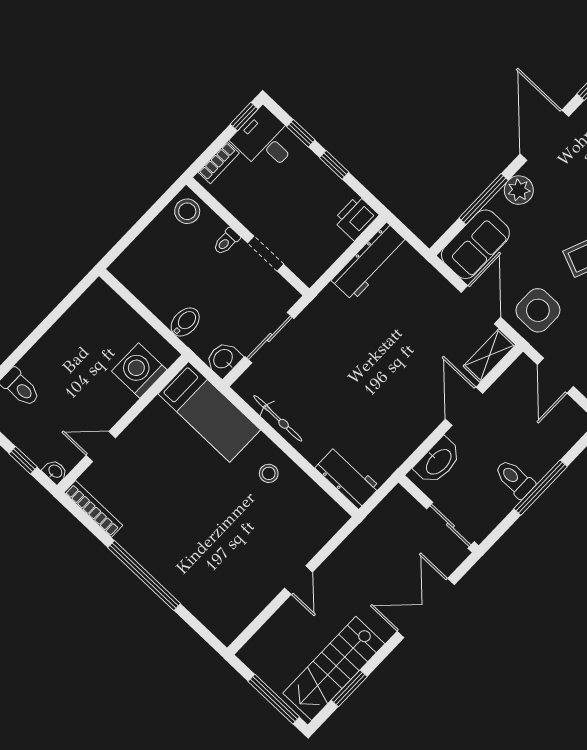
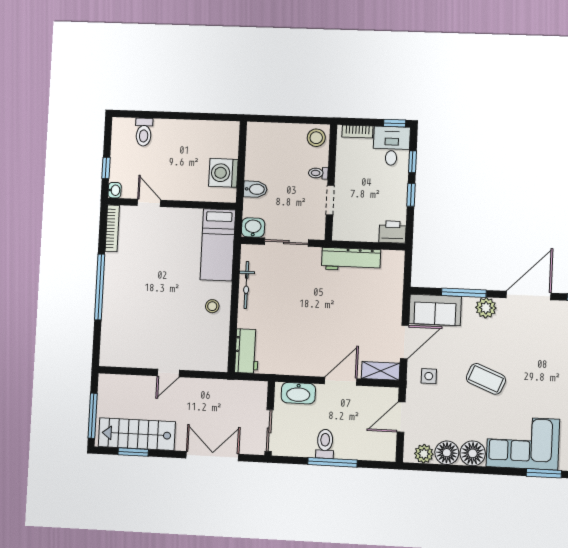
workbench: (370, 261) -> (351, 259), moved
side table: (538, 310) -> (429, 376), width x0.54, depth x0.54
washing machine: (139, 371) -> (223, 173), moved, turned -90

